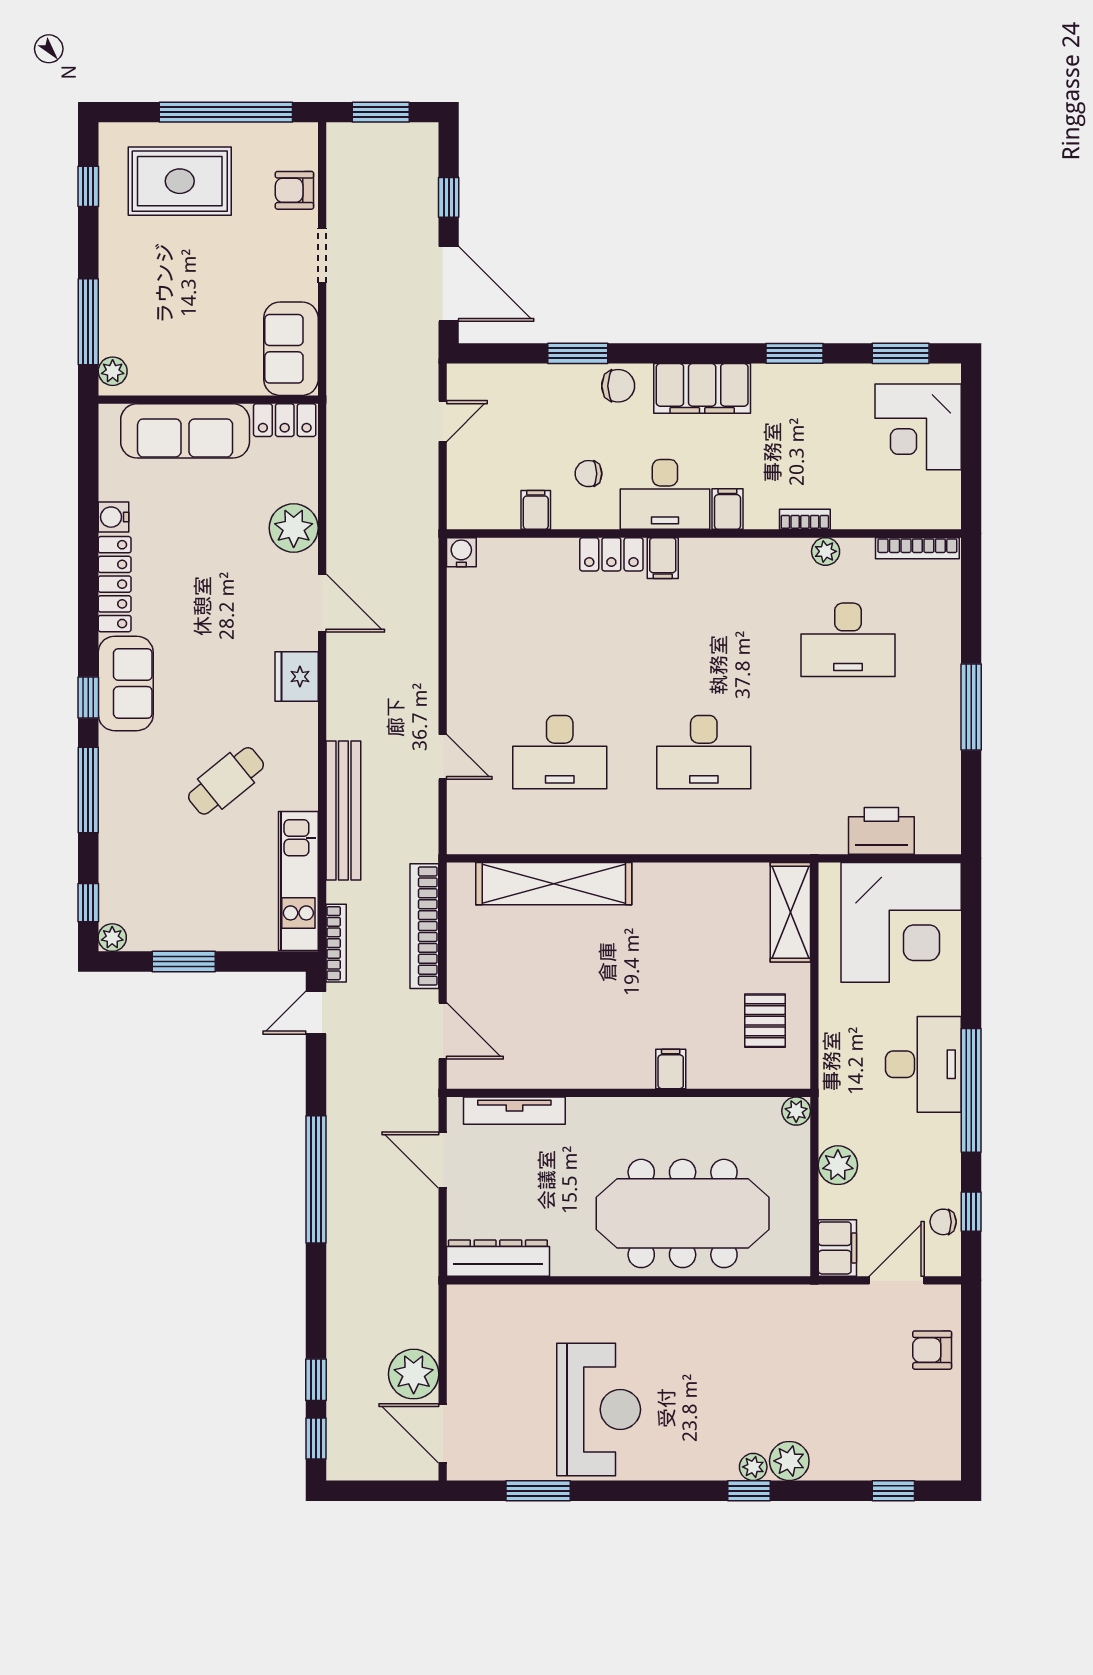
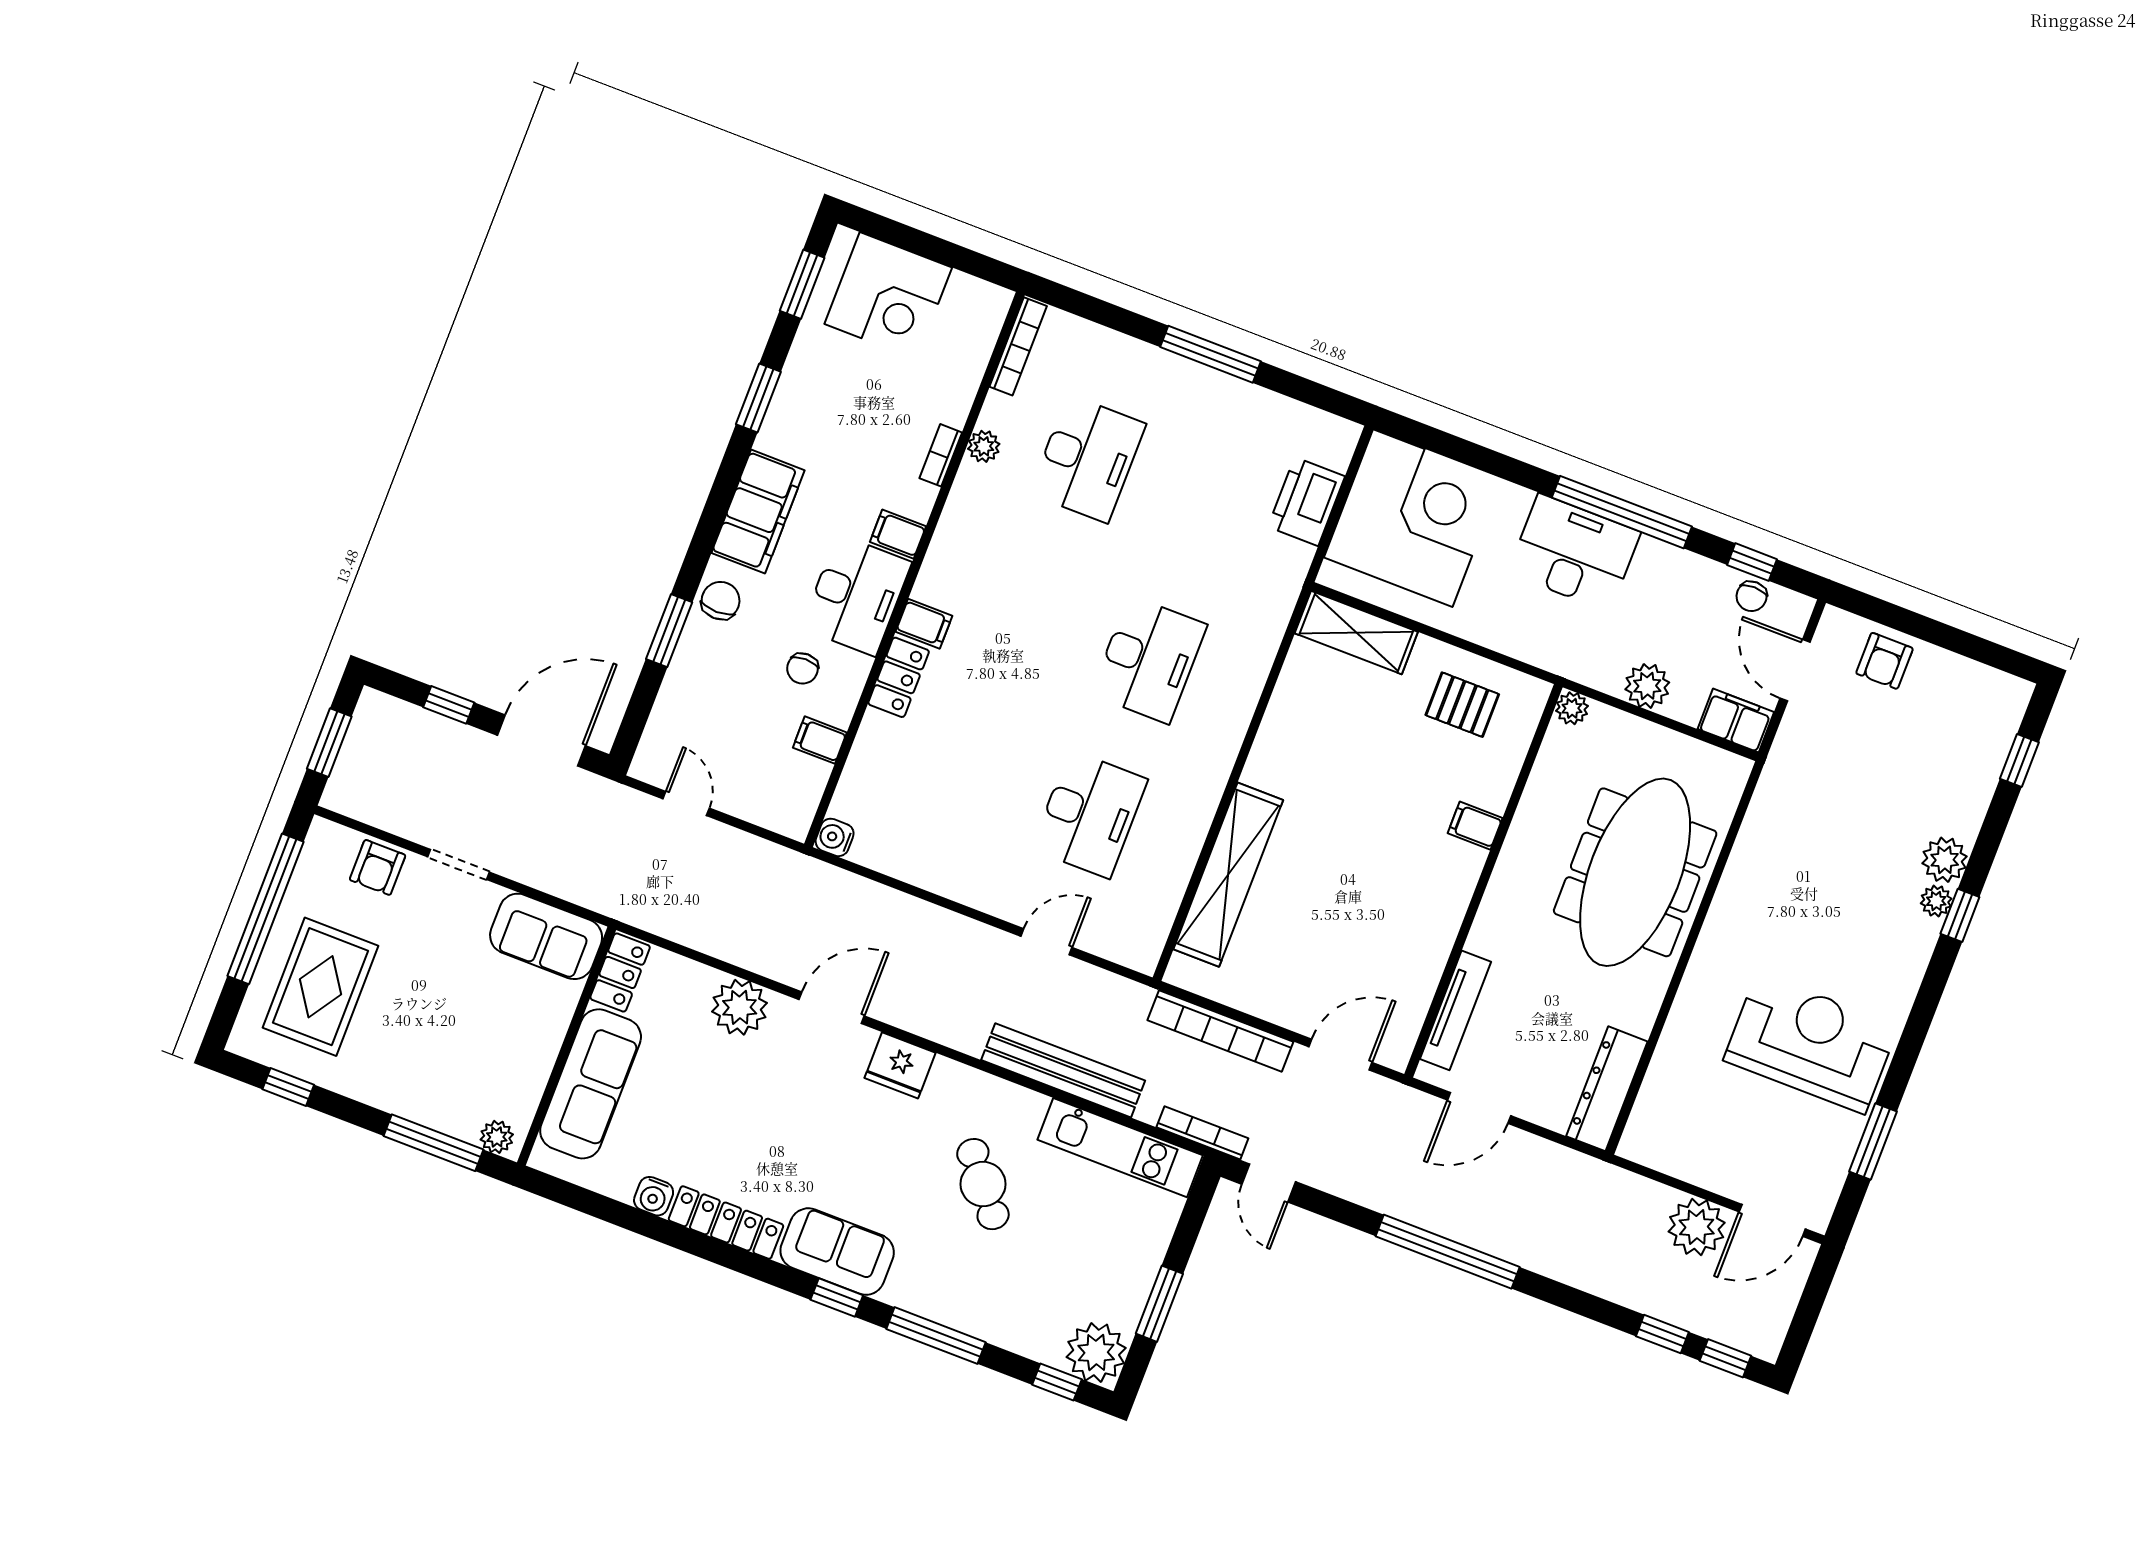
plant: (112, 938) -> (1096, 1352), width x1.87, depth x1.87

